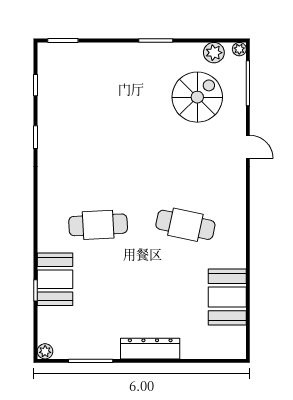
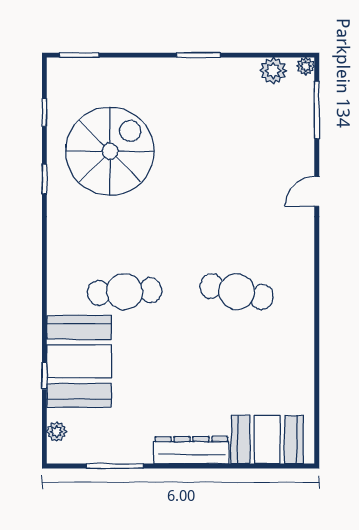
spiral stairs: (197, 97) -> (110, 151), moved, width x1.37, depth x1.37
door: (248, 147) -> (317, 191), swing flipped
booth: (55, 279) -> (79, 361), width x1.36, depth x1.42
booth: (227, 297) -> (267, 439), moved, turned 90
plant: (45, 351) -> (57, 432), moved

